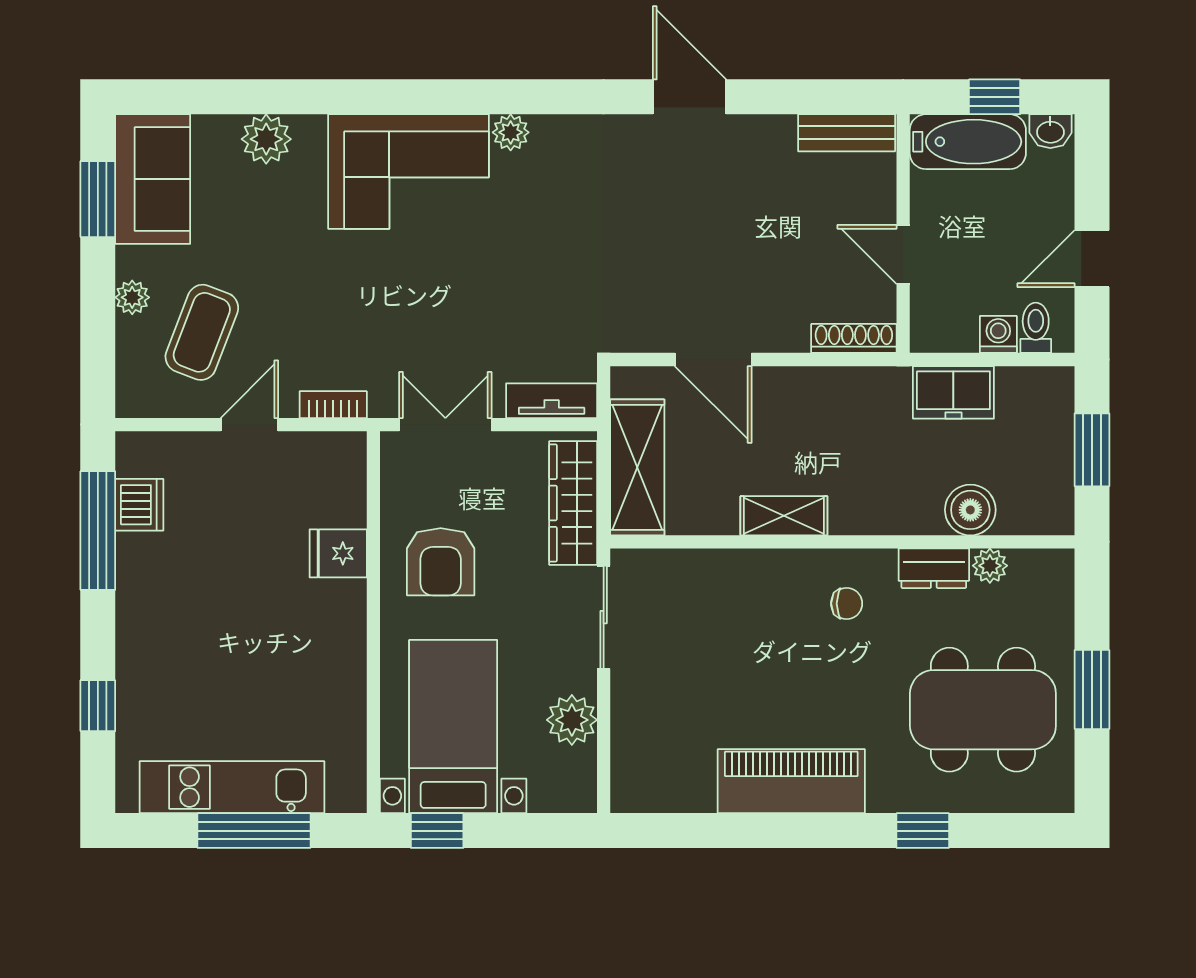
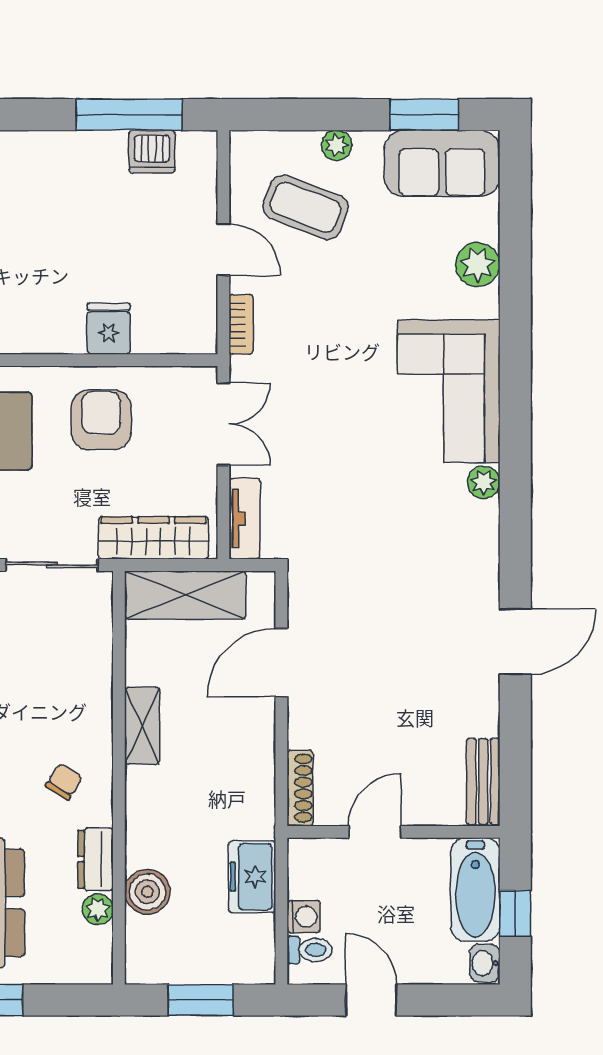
armchair: (441, 562) -> (101, 420), turned 90
chair: (847, 604) -> (64, 782), turned -148

